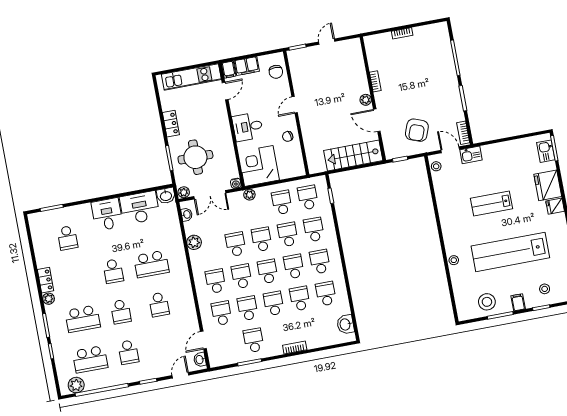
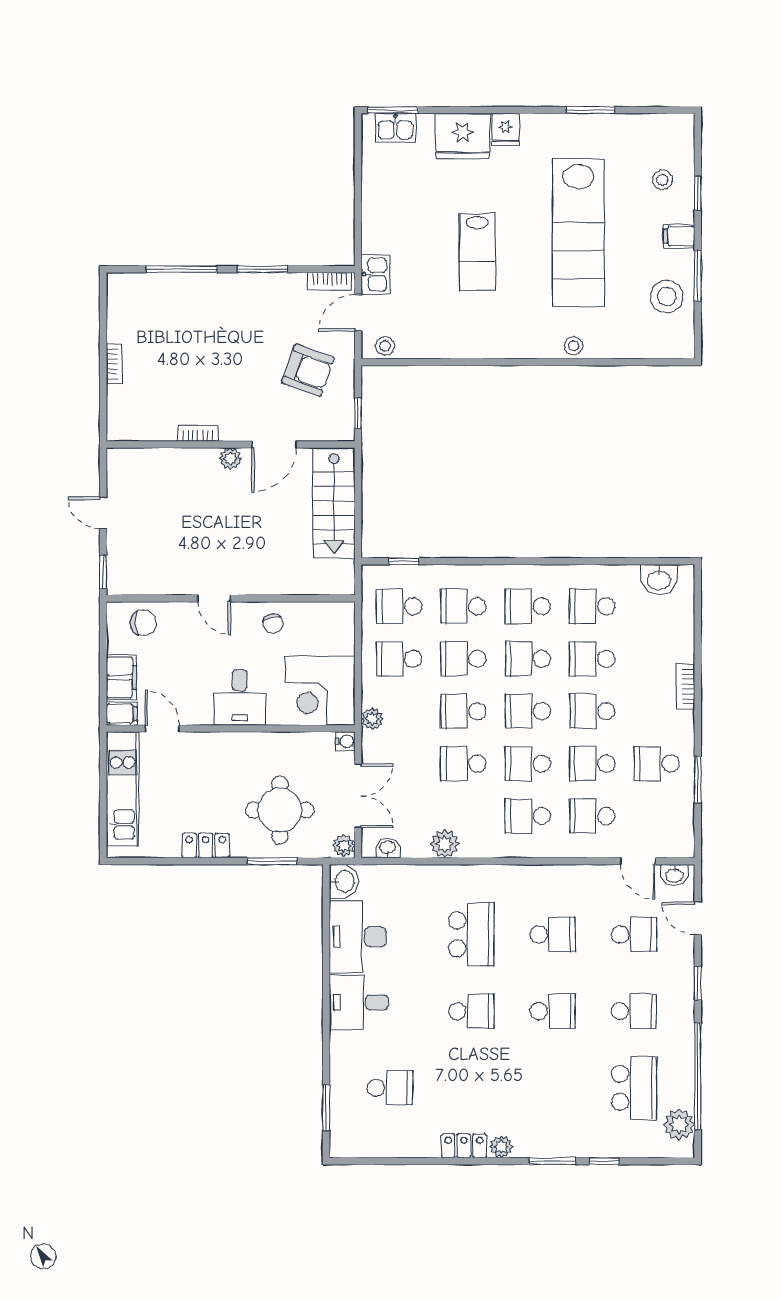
school desk: (83, 319) -> (634, 934), moved, width x0.54

